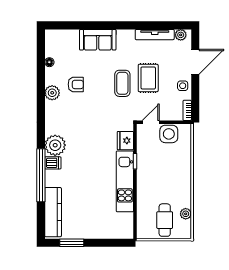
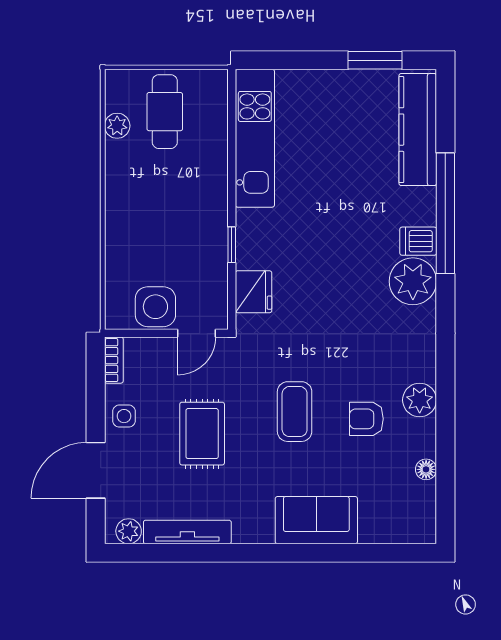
coffee table: (122, 83) -> (295, 412), moved
kitchen unit: (125, 181) -> (255, 138), moved

